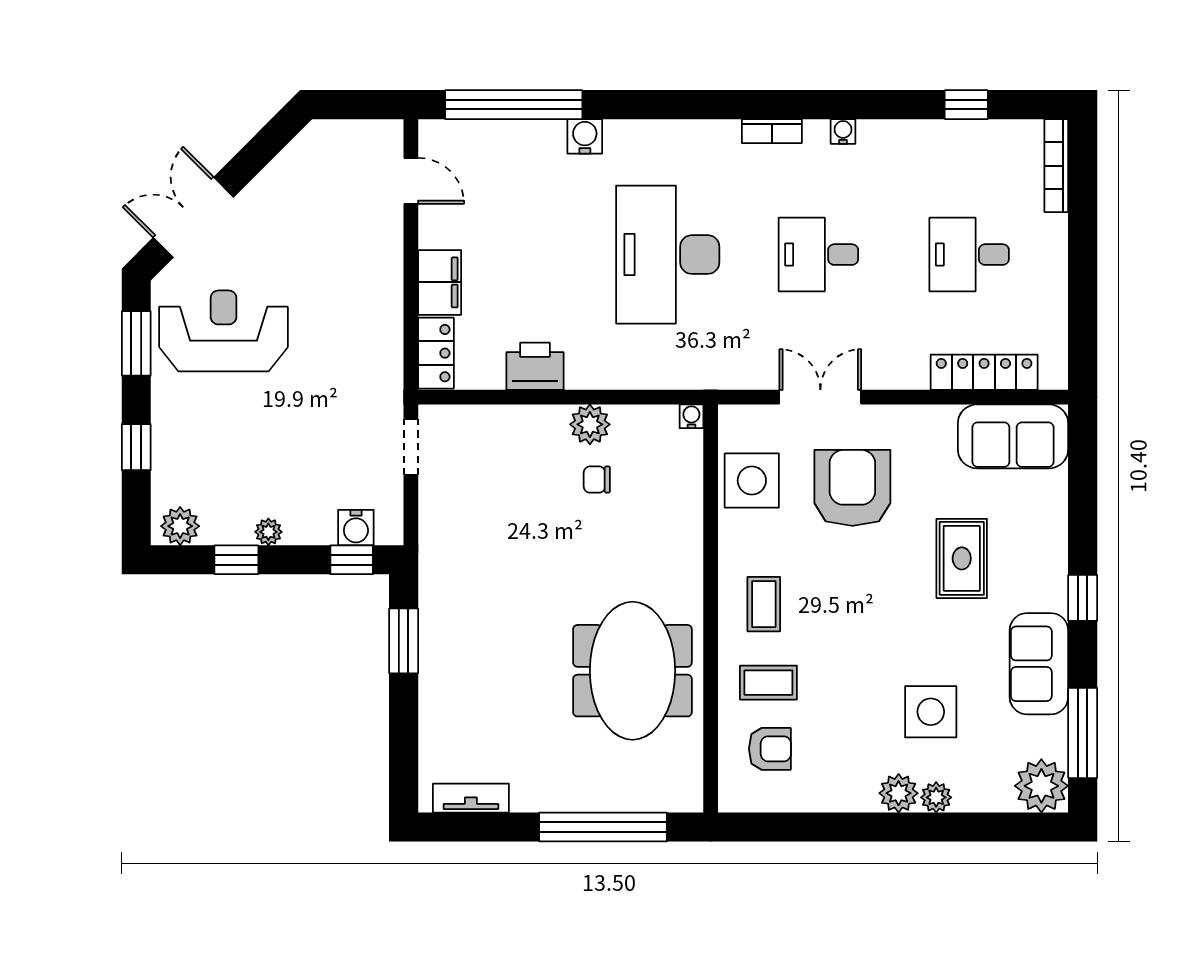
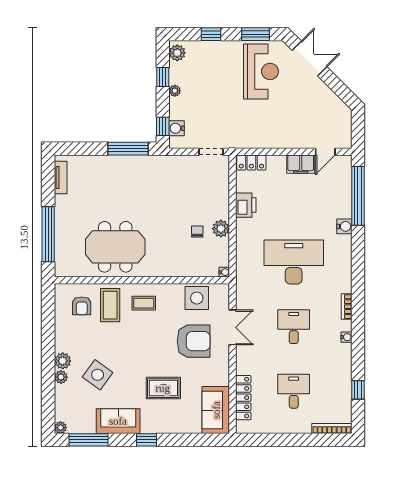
filing cabinet: (440, 282) -> (301, 164), moved
window: (404, 641) -> (128, 149), width x1.44
coffee table: (768, 683) -> (110, 305), width x1.36, depth x1.30
side table: (931, 712) -> (98, 375), turned 36
plant: (1041, 786) -> (60, 428), width x0.53, depth x0.53

